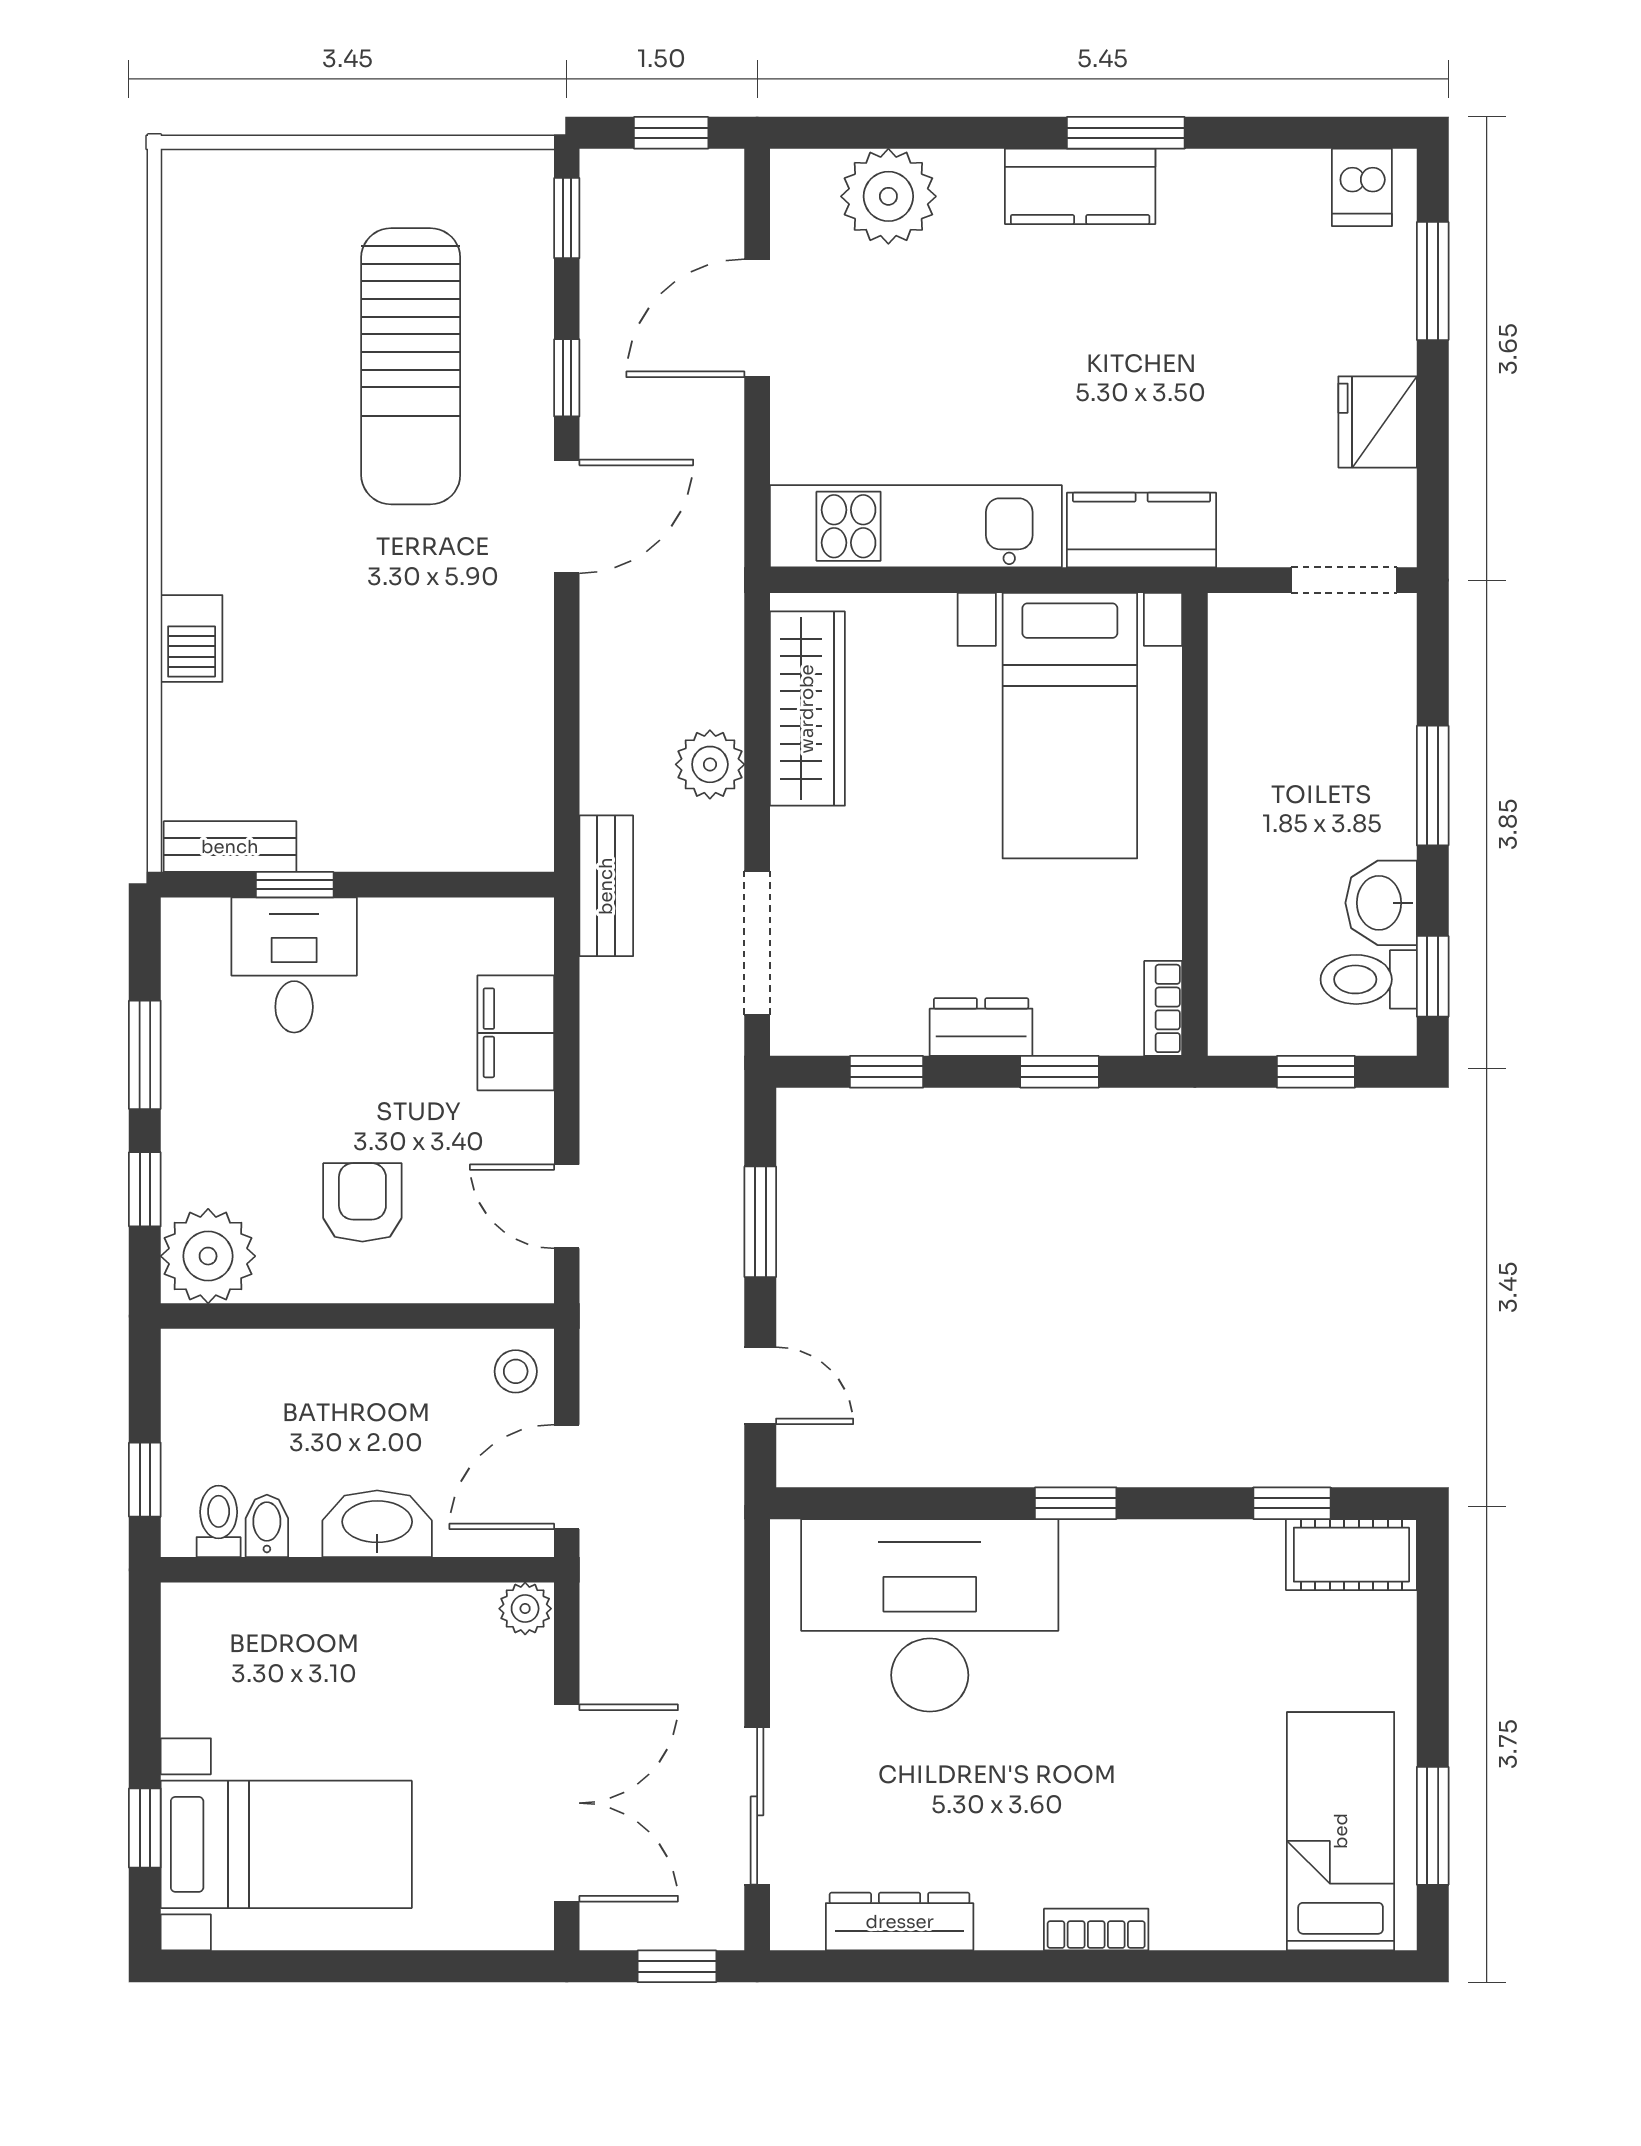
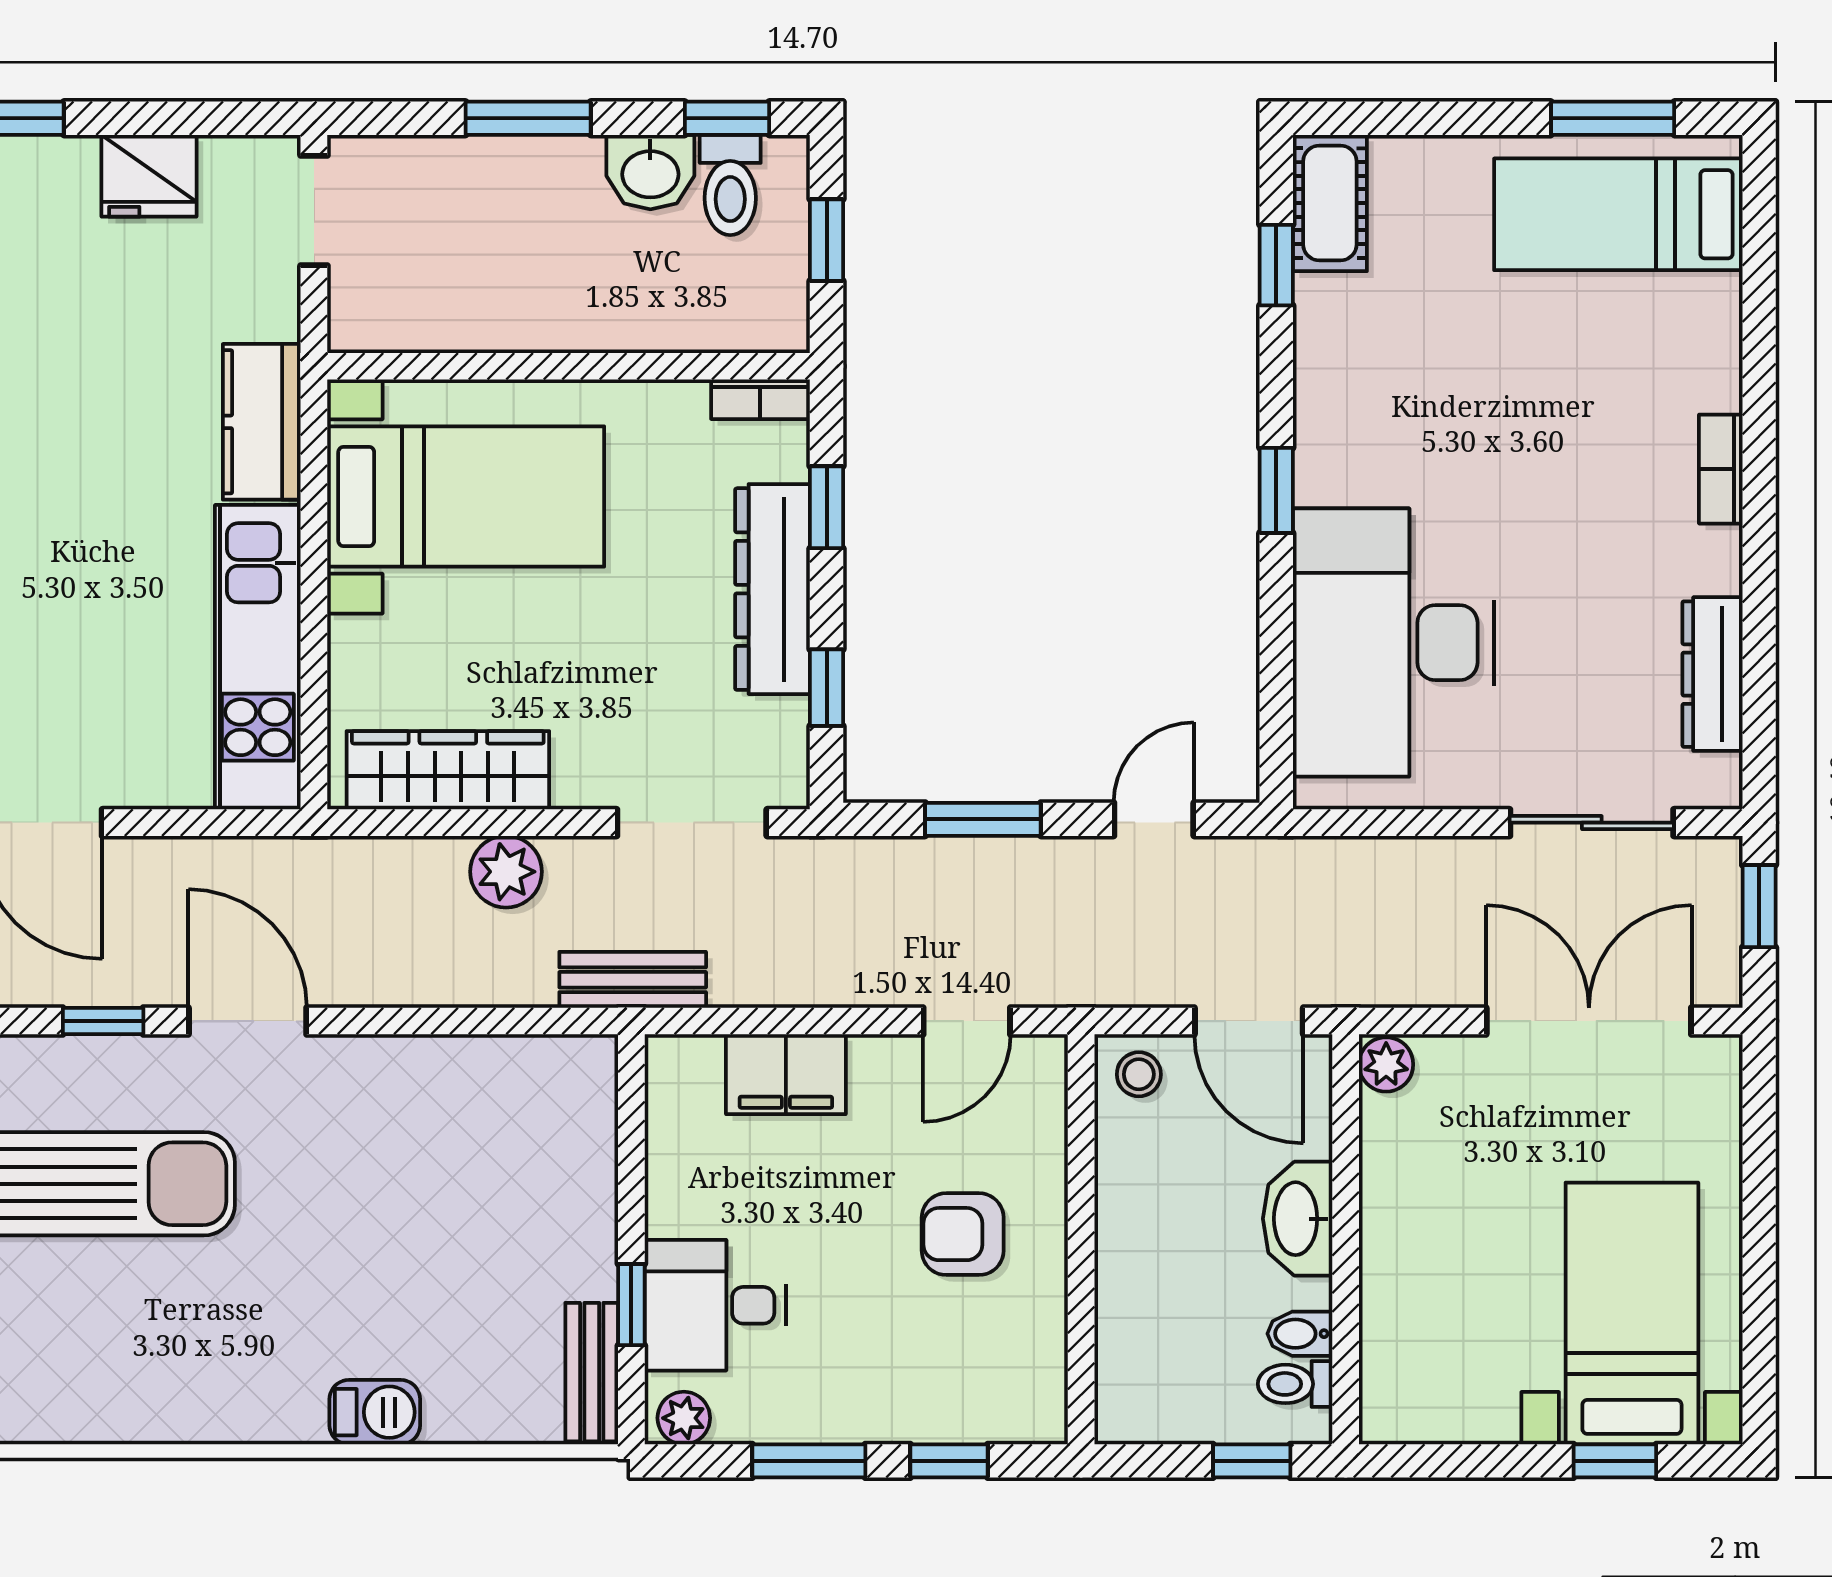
dresser: (981, 1027) -> (772, 589), width x1.96, depth x1.24
plant: (208, 1256) -> (684, 1418), moved, width x0.53, depth x0.53

